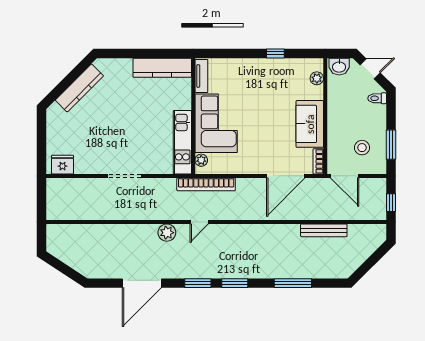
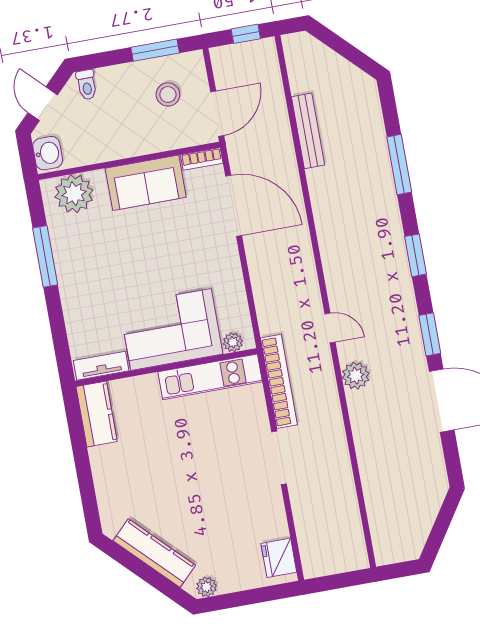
window: (275, 53) -> (45, 256), width x2.17
kitchen counter: (162, 68) -> (97, 414), width x0.67
plant: (317, 78) -> (74, 194), width x1.87, depth x1.87
plant: (53, 117) -> (207, 587), added
bookcase: (206, 184) -> (279, 381), moved
window: (198, 283) -> (430, 334), moved

